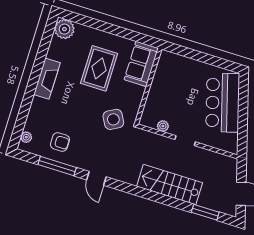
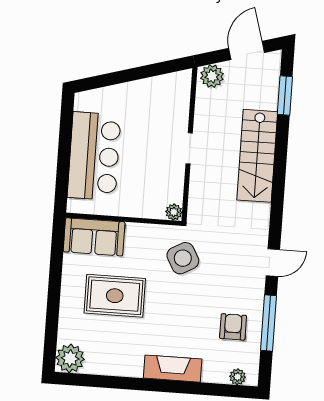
fireplace: (47, 79) -> (173, 369), moved
bar counter: (223, 103) -> (94, 156), moved, turned -74
plant: (163, 126) -> (174, 212), moved
plant: (229, 167) -> (212, 76), added

